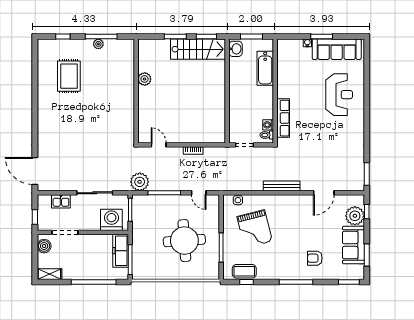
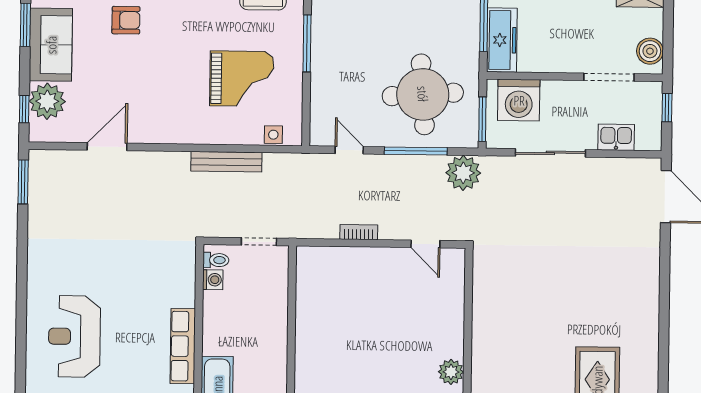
row of seats: (283, 118) -> (183, 346), moved
bench: (282, 186) -> (226, 162), moved
grand piano: (255, 229) -> (242, 79), turned 104
round table: (184, 241) -> (423, 94), moved

